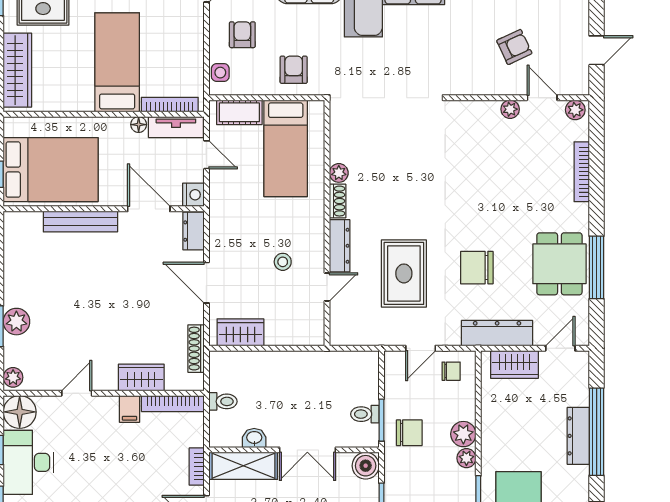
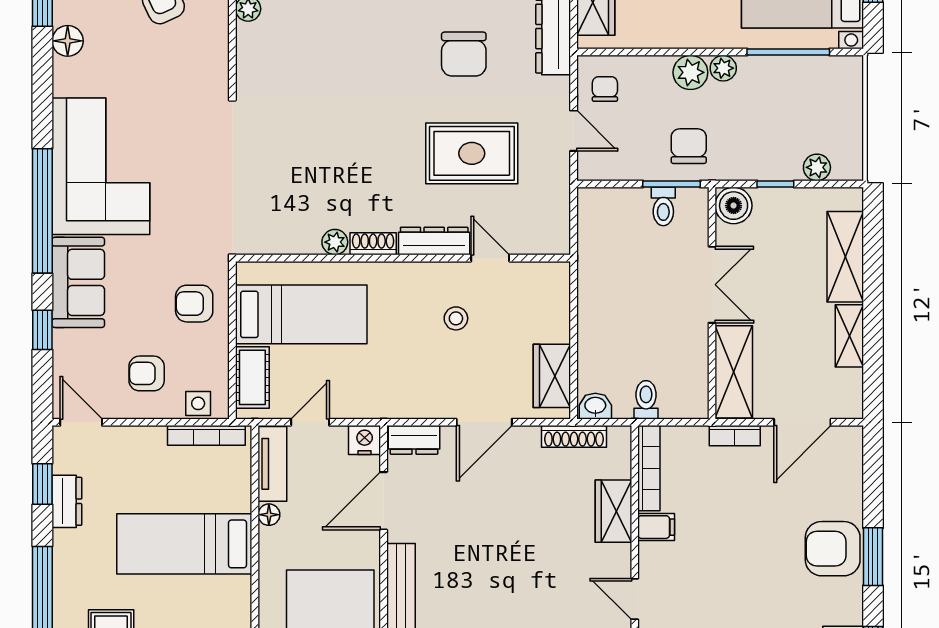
bookcase: (170, 105) -> (206, 435), moved, turned -90
washbasin: (254, 438) -> (595, 406), moved, turned 90

